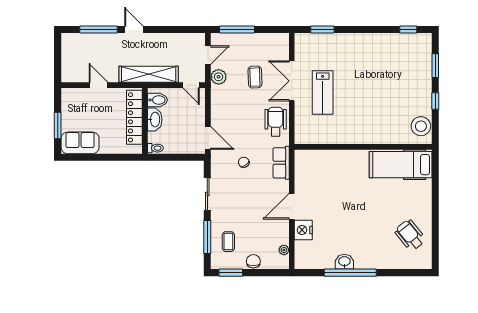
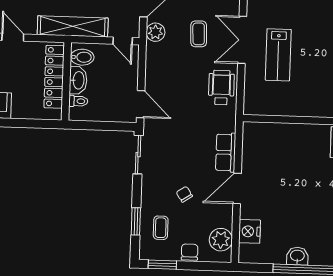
toilet: (155, 148) -> (78, 101), moved
chair: (244, 162) -> (184, 194), moved
row of seats: (281, 163) -> (226, 152), moved
sliding door: (207, 194) -> (138, 155), moved
nightstand: (303, 230) -> (250, 231), moved
window: (207, 237) -> (136, 221), width x0.69
plant: (284, 250) -> (221, 240), width x1.88, depth x1.88

